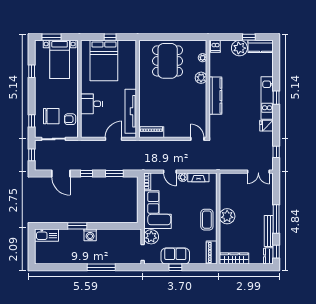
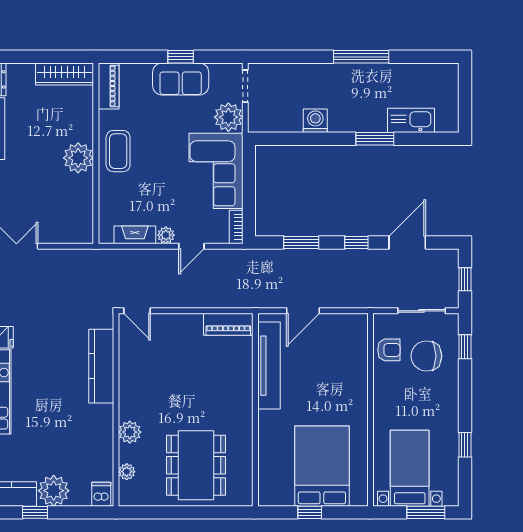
kitchen counter: (215, 96) -> (101, 366), moved
desk: (91, 104) -> (347, 380), removed
door: (170, 172) -> (191, 246), swing flipped
door: (61, 173) -> (407, 243), hinge flipped
kitchen sink: (47, 235) -> (411, 120), moved
washing machine: (90, 235) -> (315, 121), moved
window: (101, 267) -> (361, 57), moved

